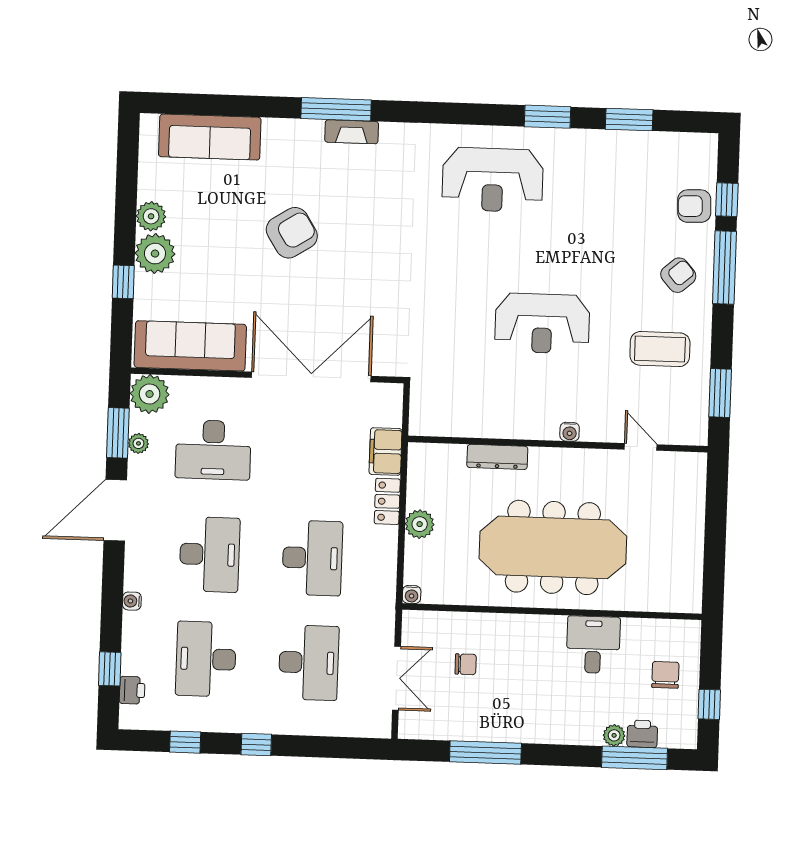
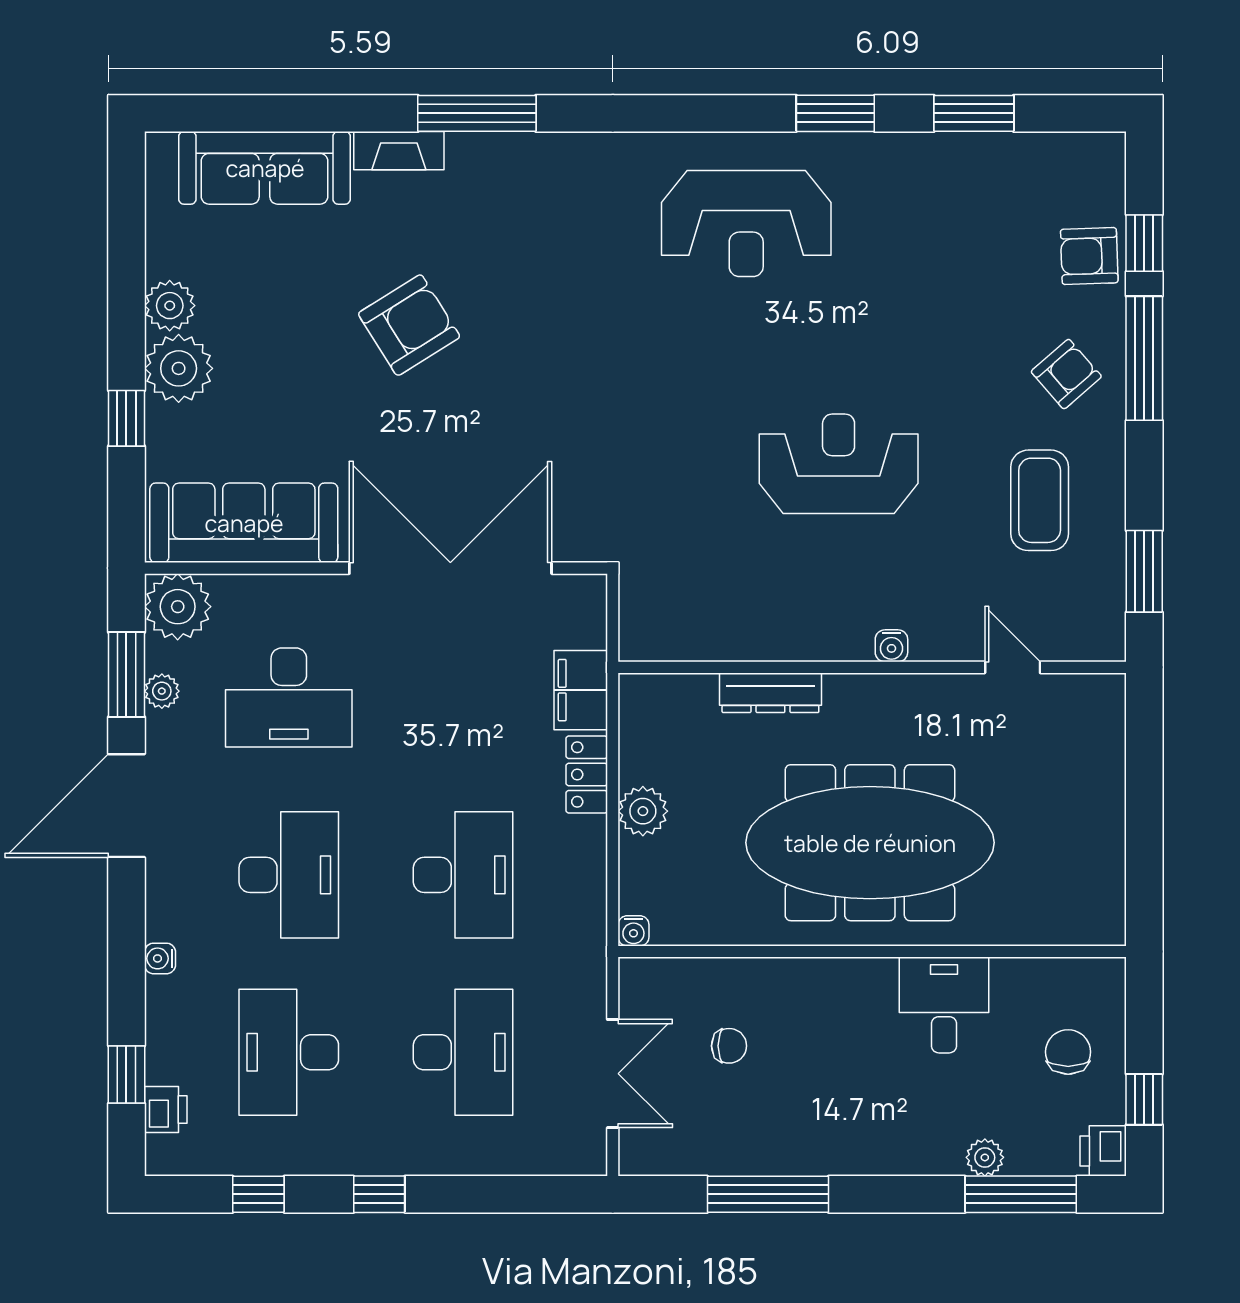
fireplace: (352, 132) -> (399, 151), moved
reception desk: (542, 323) -> (839, 464), turned 180
coffee table: (660, 349) -> (1040, 500), turned 90
printer: (642, 734) -> (1103, 1151), moved, turned -90

